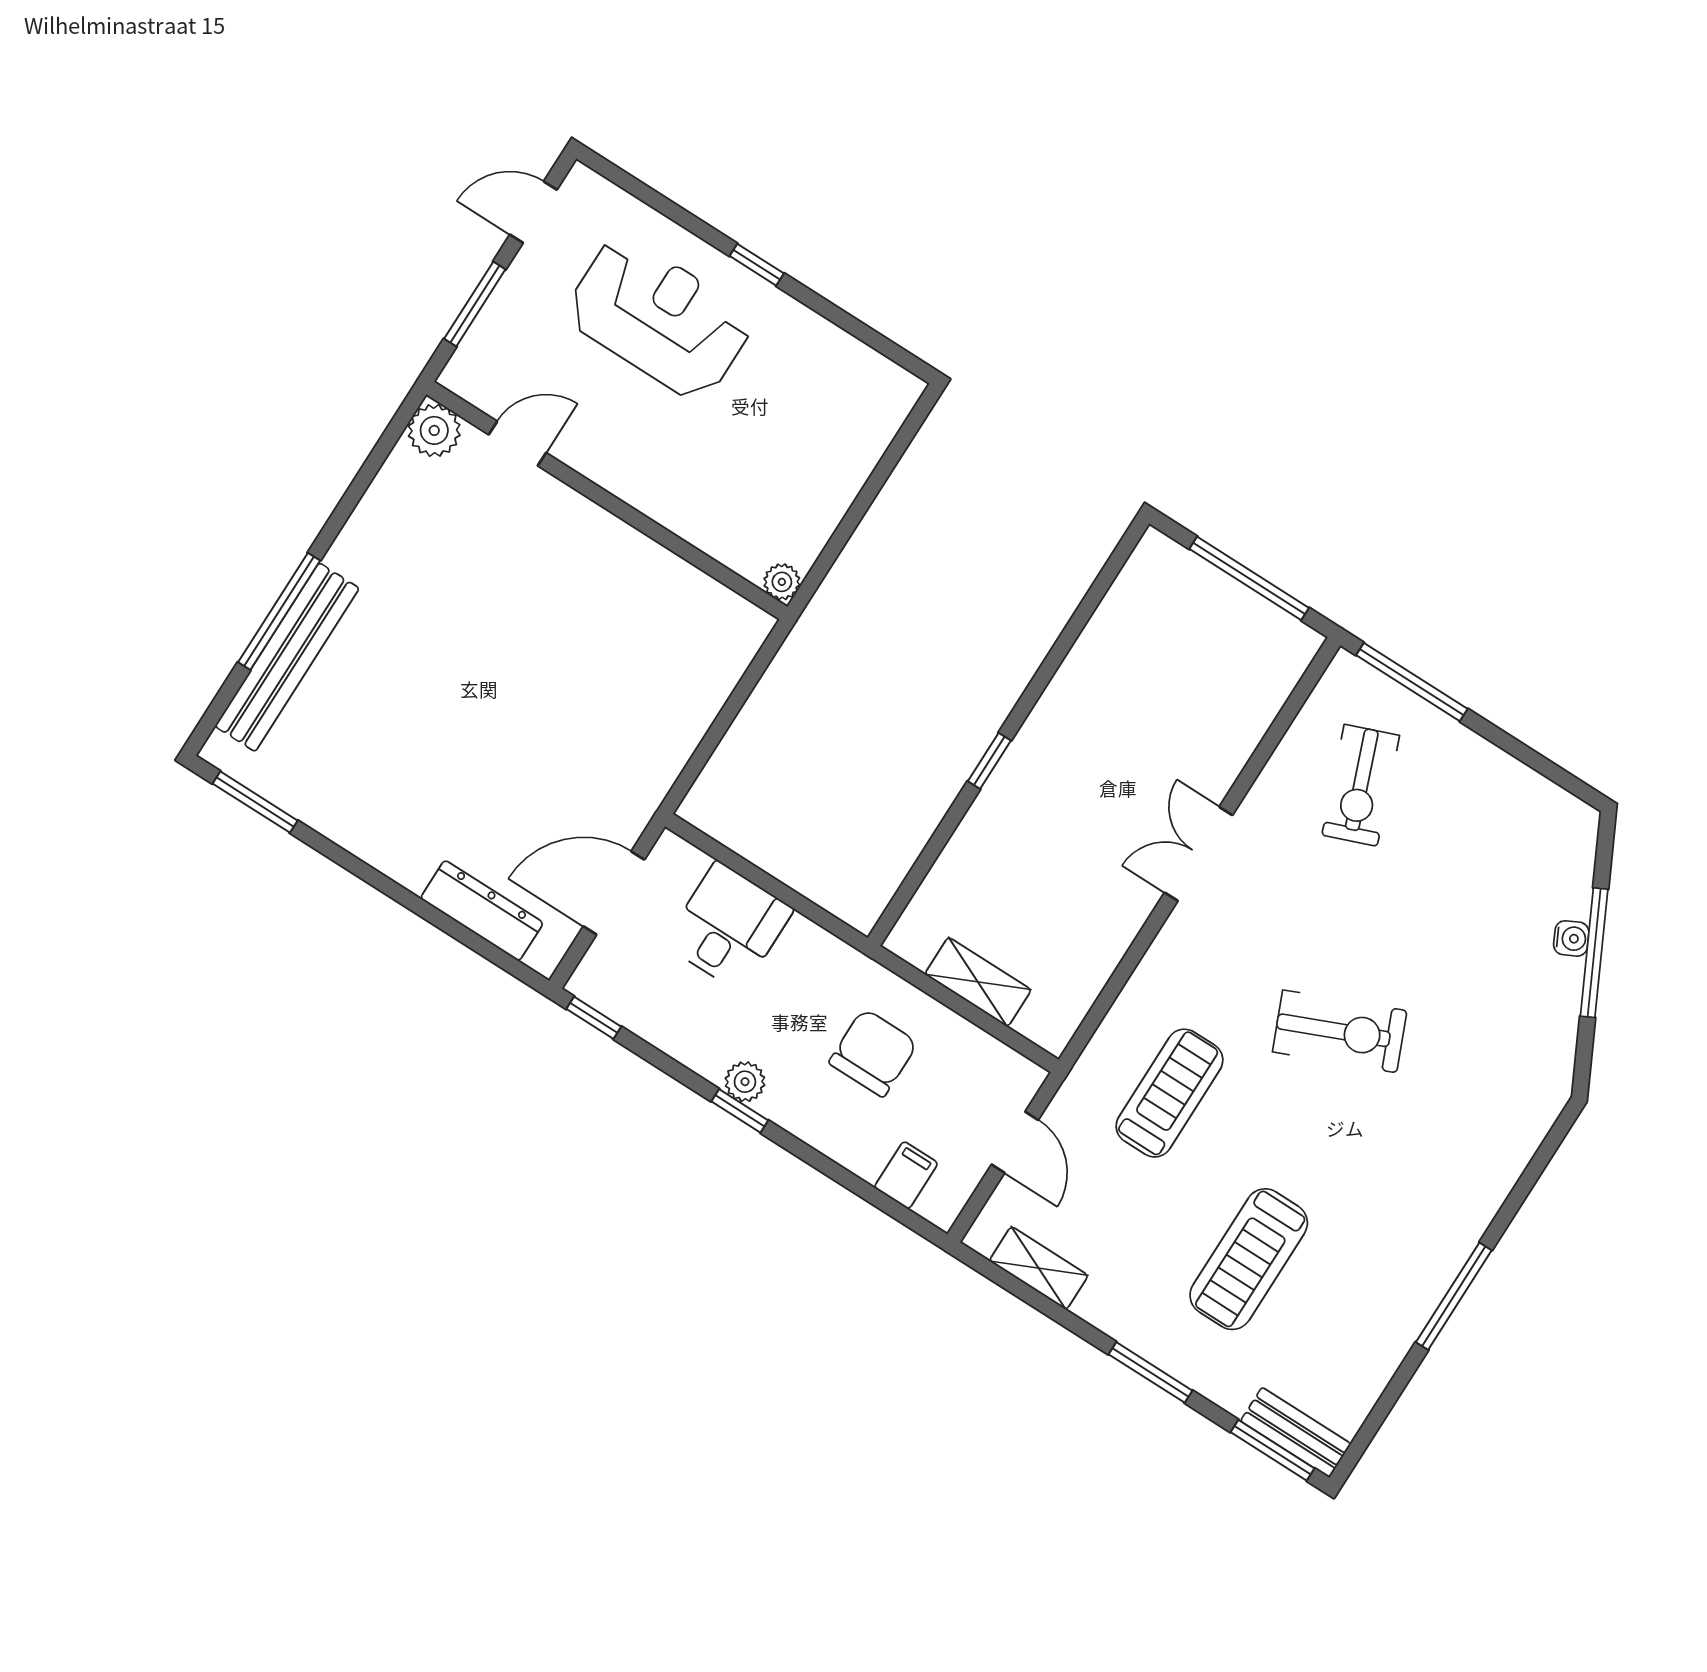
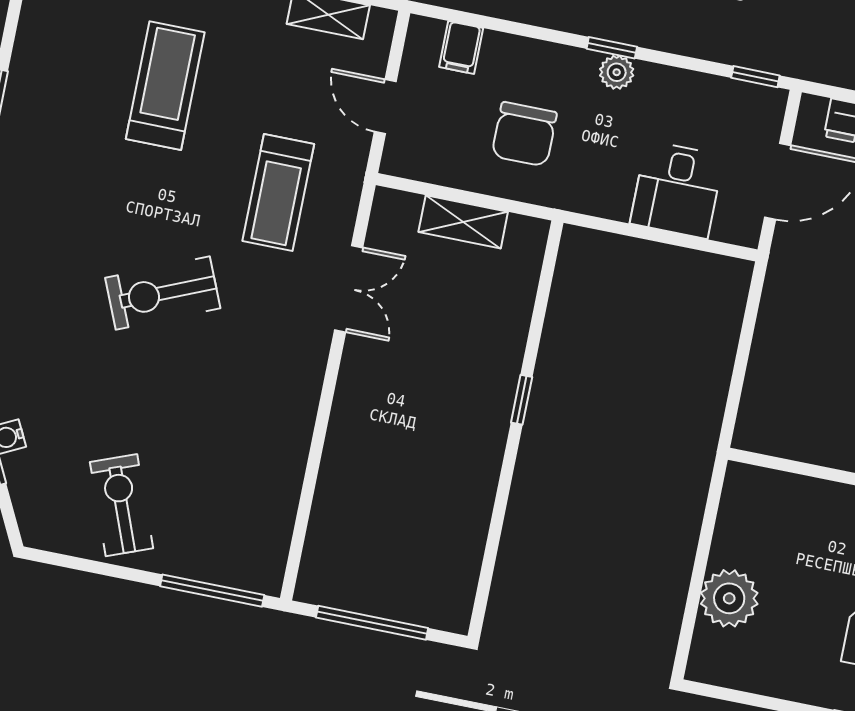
plant: (782, 582) -> (729, 598), moved, width x1.87, depth x1.87
exercise bike: (1361, 785) -> (121, 505), moved
double door: (1199, 854) -> (349, 289), moved

